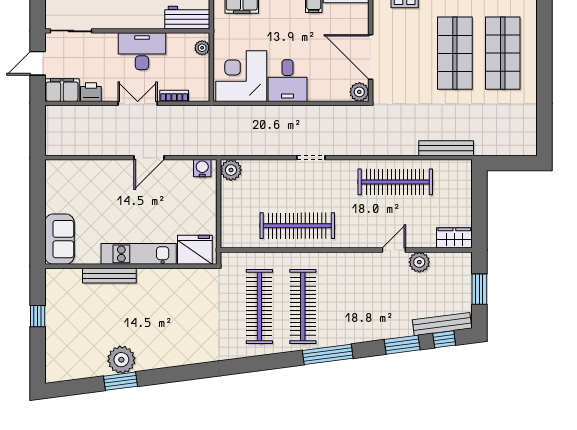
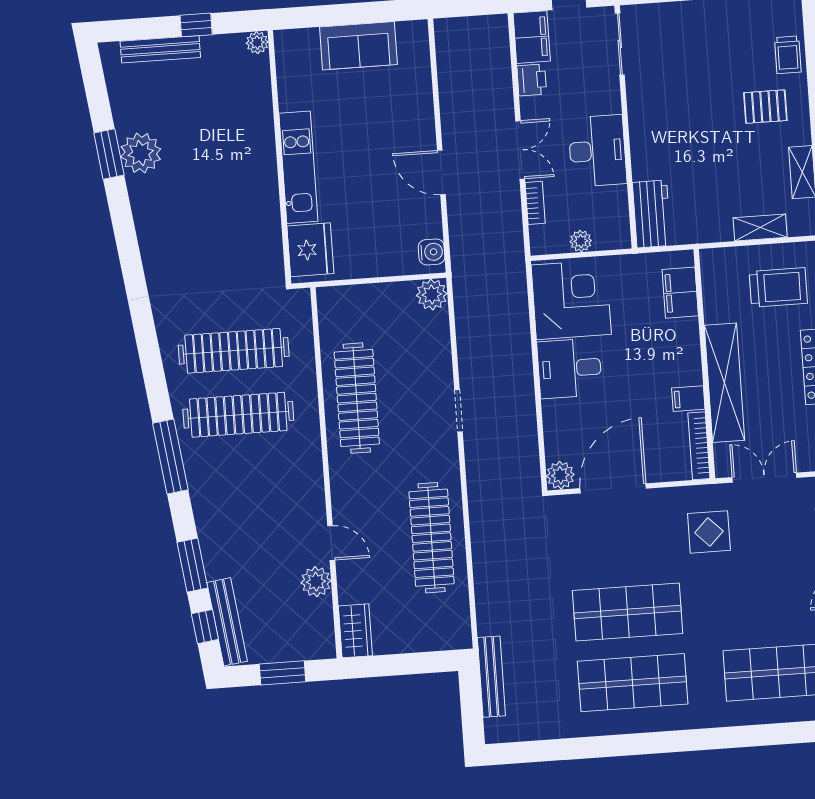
plant: (202, 48) -> (581, 241), moved
bench: (446, 148) -> (491, 677), moved
sofa: (59, 239) -> (358, 46), moved
plant: (52, 276) -> (257, 43), added
bench: (109, 276) -> (160, 49), moved, turned 90

